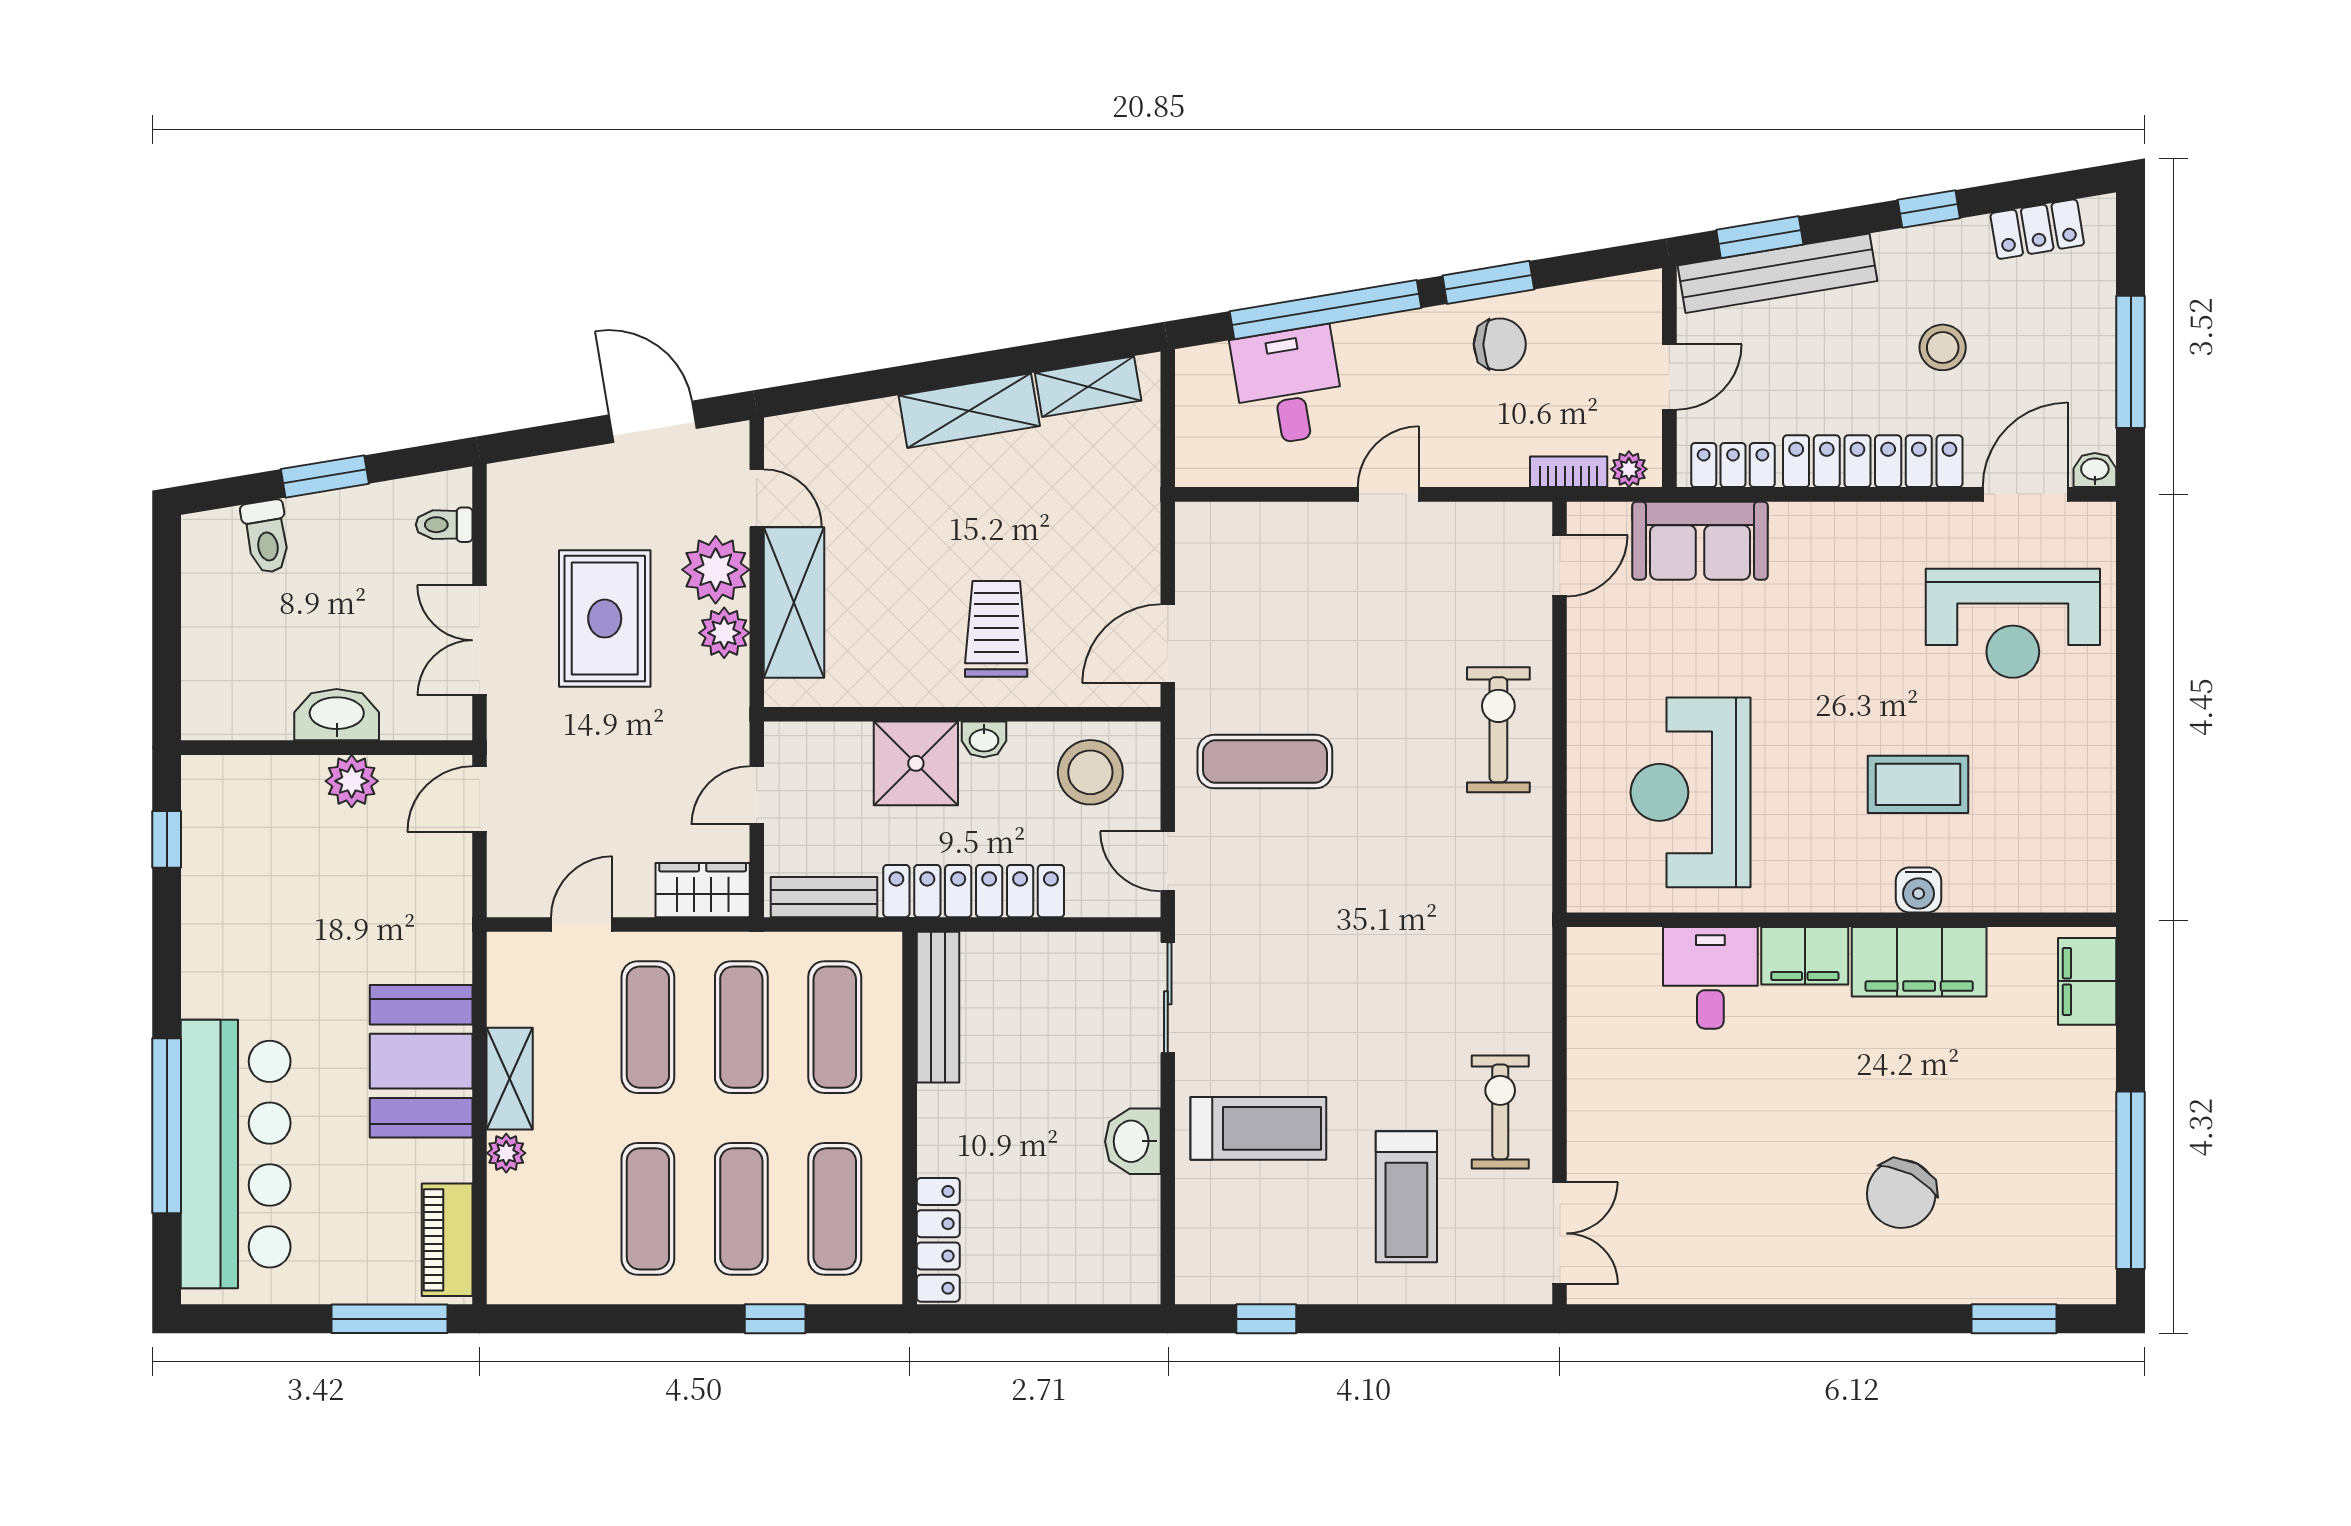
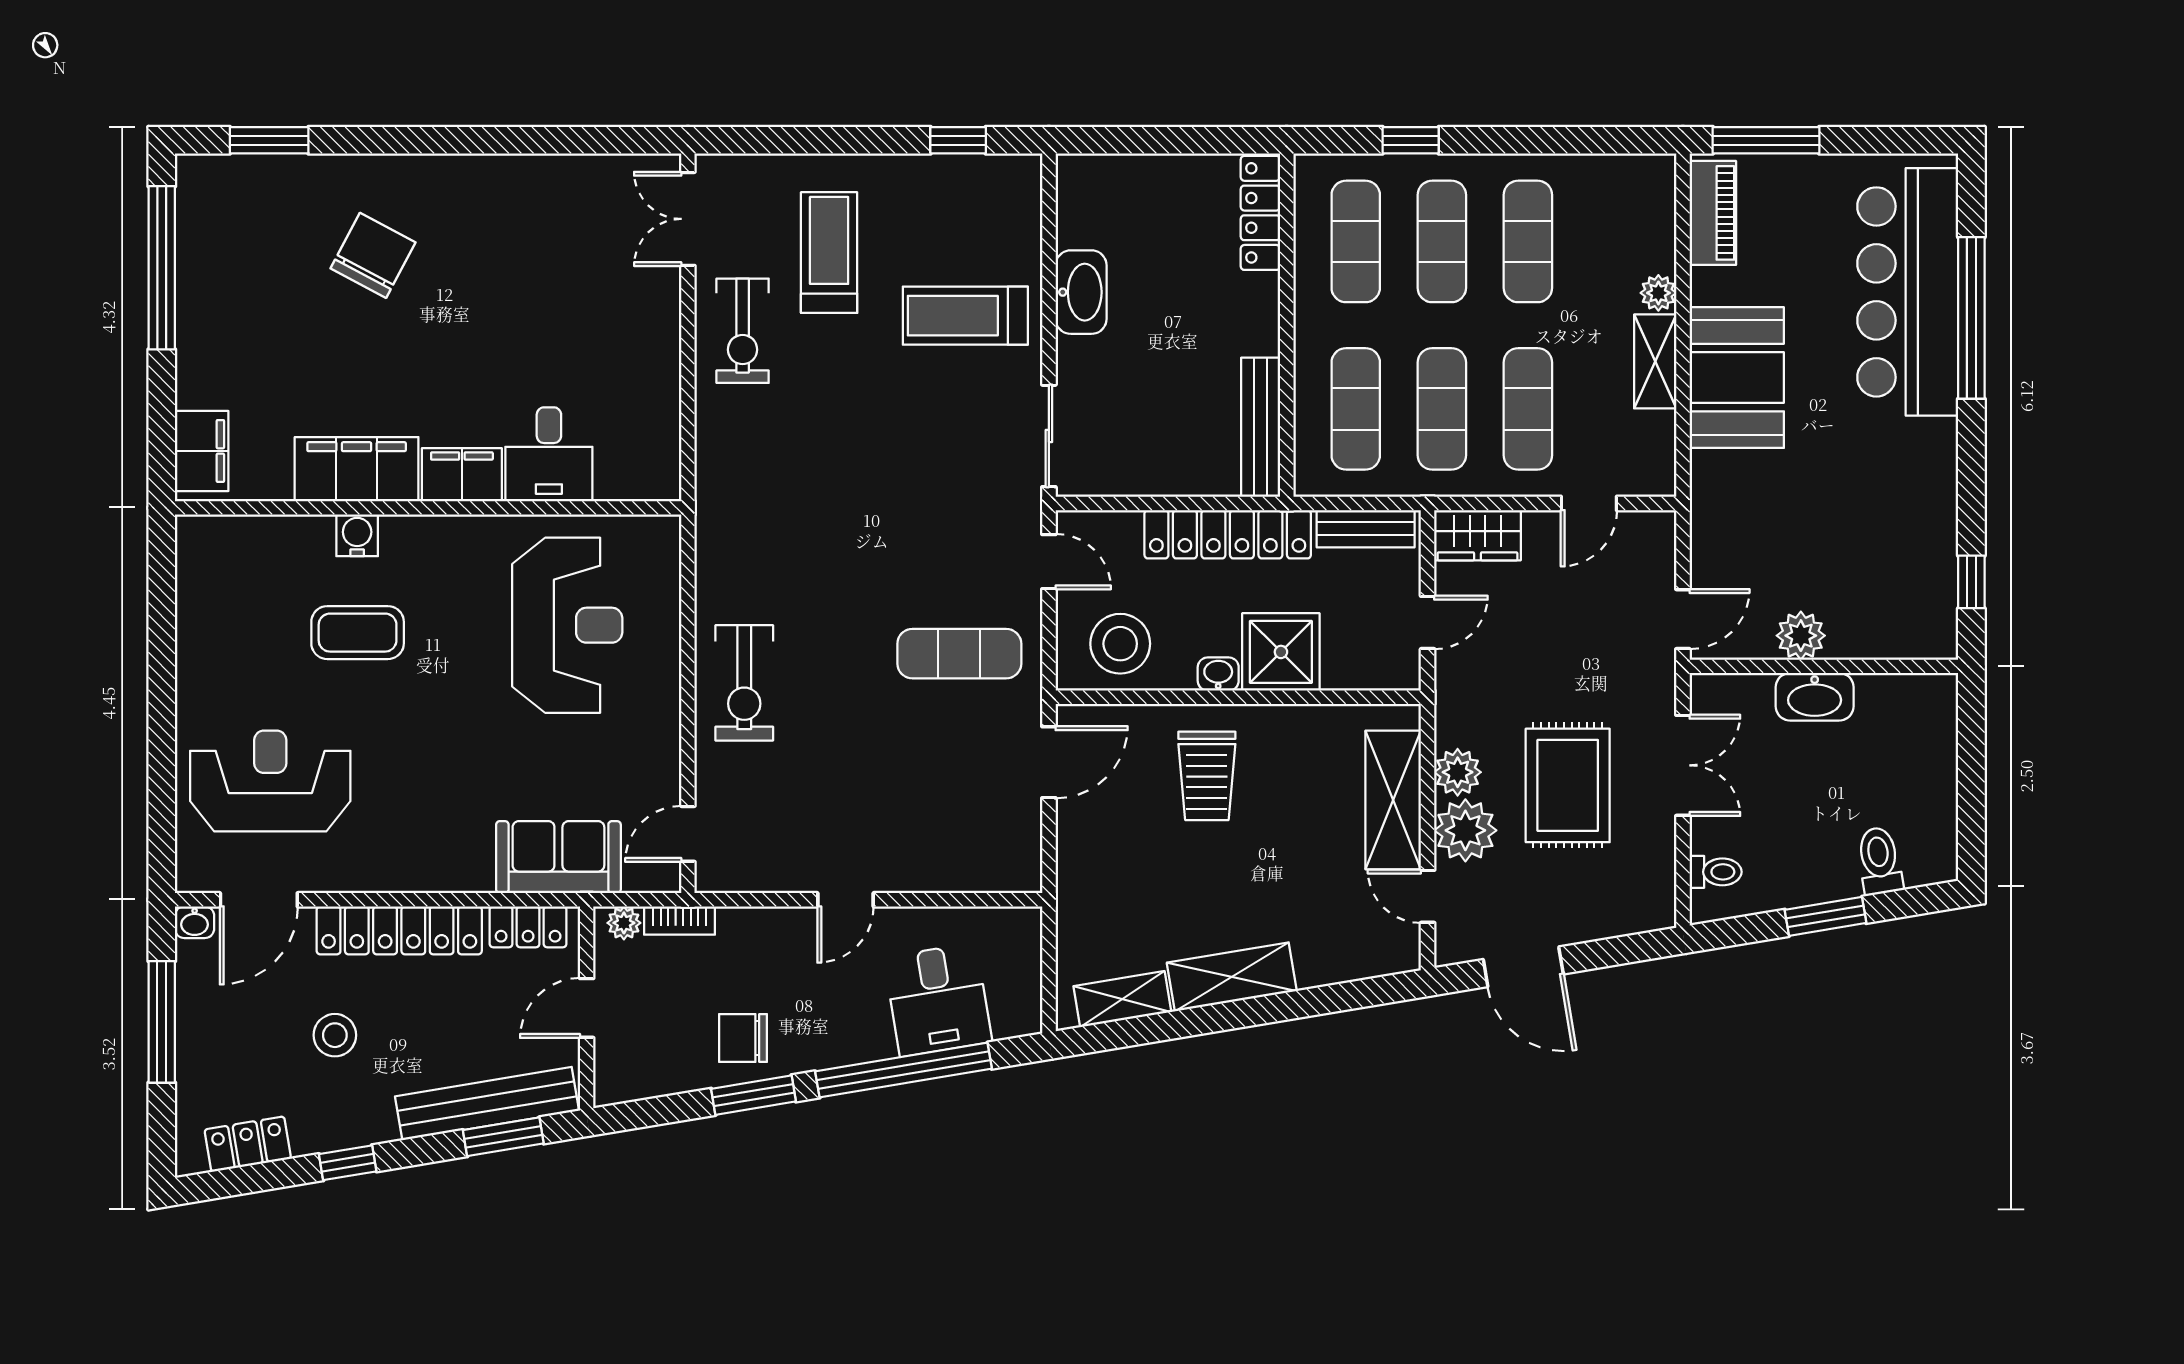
washbasin: (1133, 1141) -> (1081, 292), width x1.38

